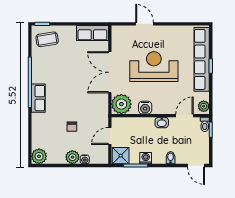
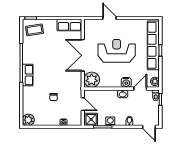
water cooler: (145, 108) -> (126, 82), moved
door: (110, 136) -> (83, 104), swing flipped
plant: (72, 157) -> (54, 120), removed

